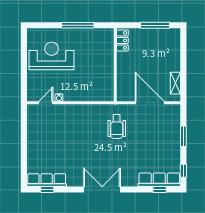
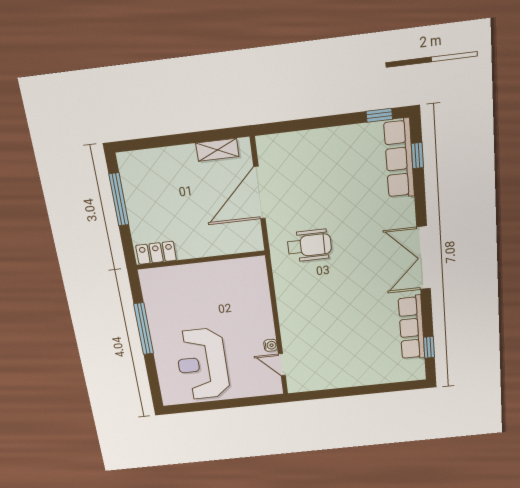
window: (183, 136) -> (314, 123), removed
row of seats: (47, 180) -> (412, 328), moved

